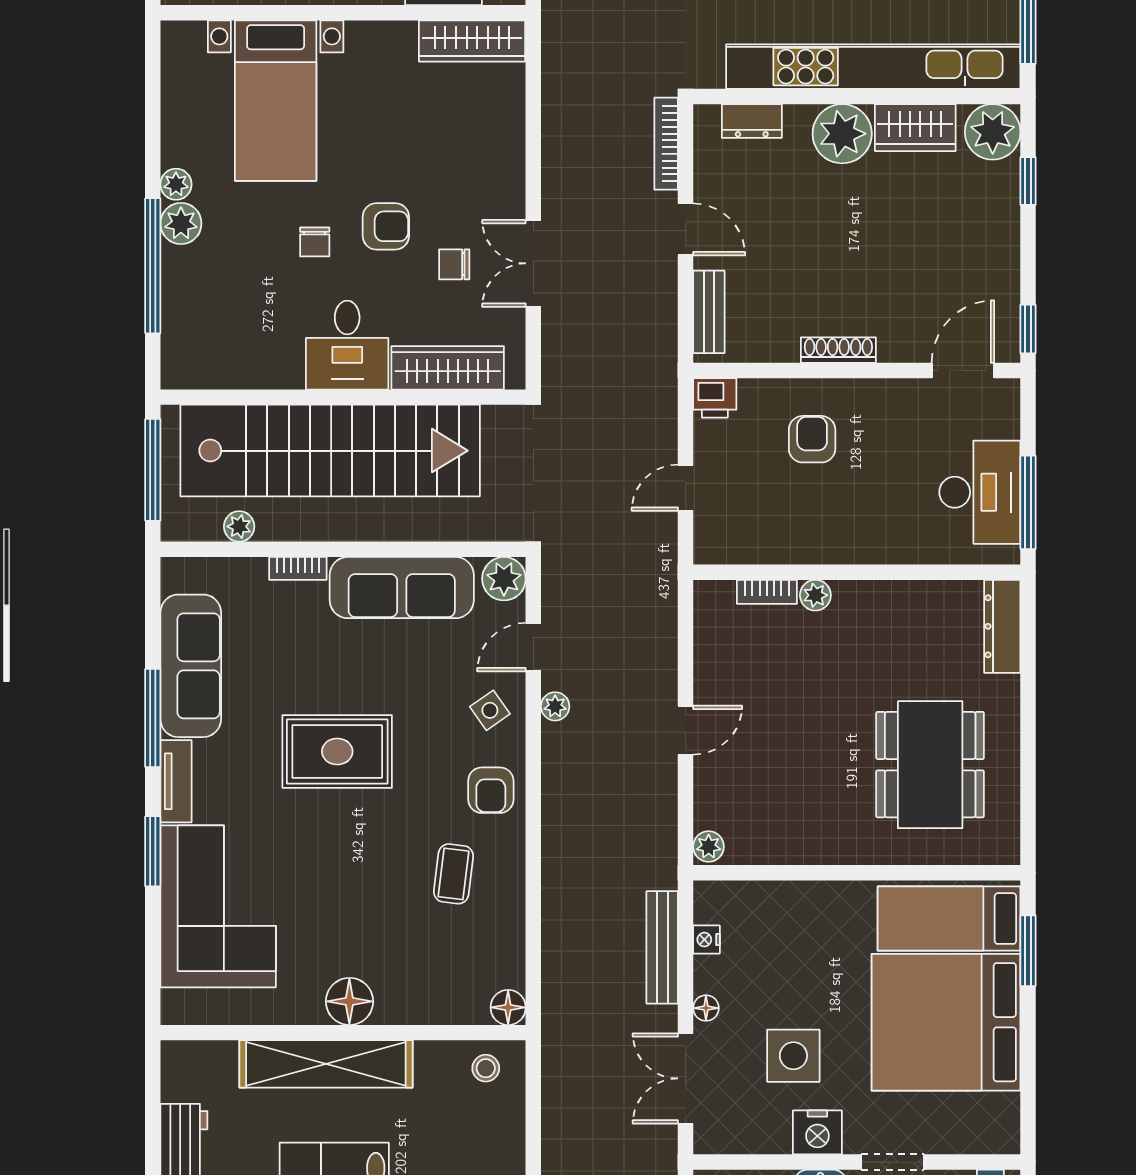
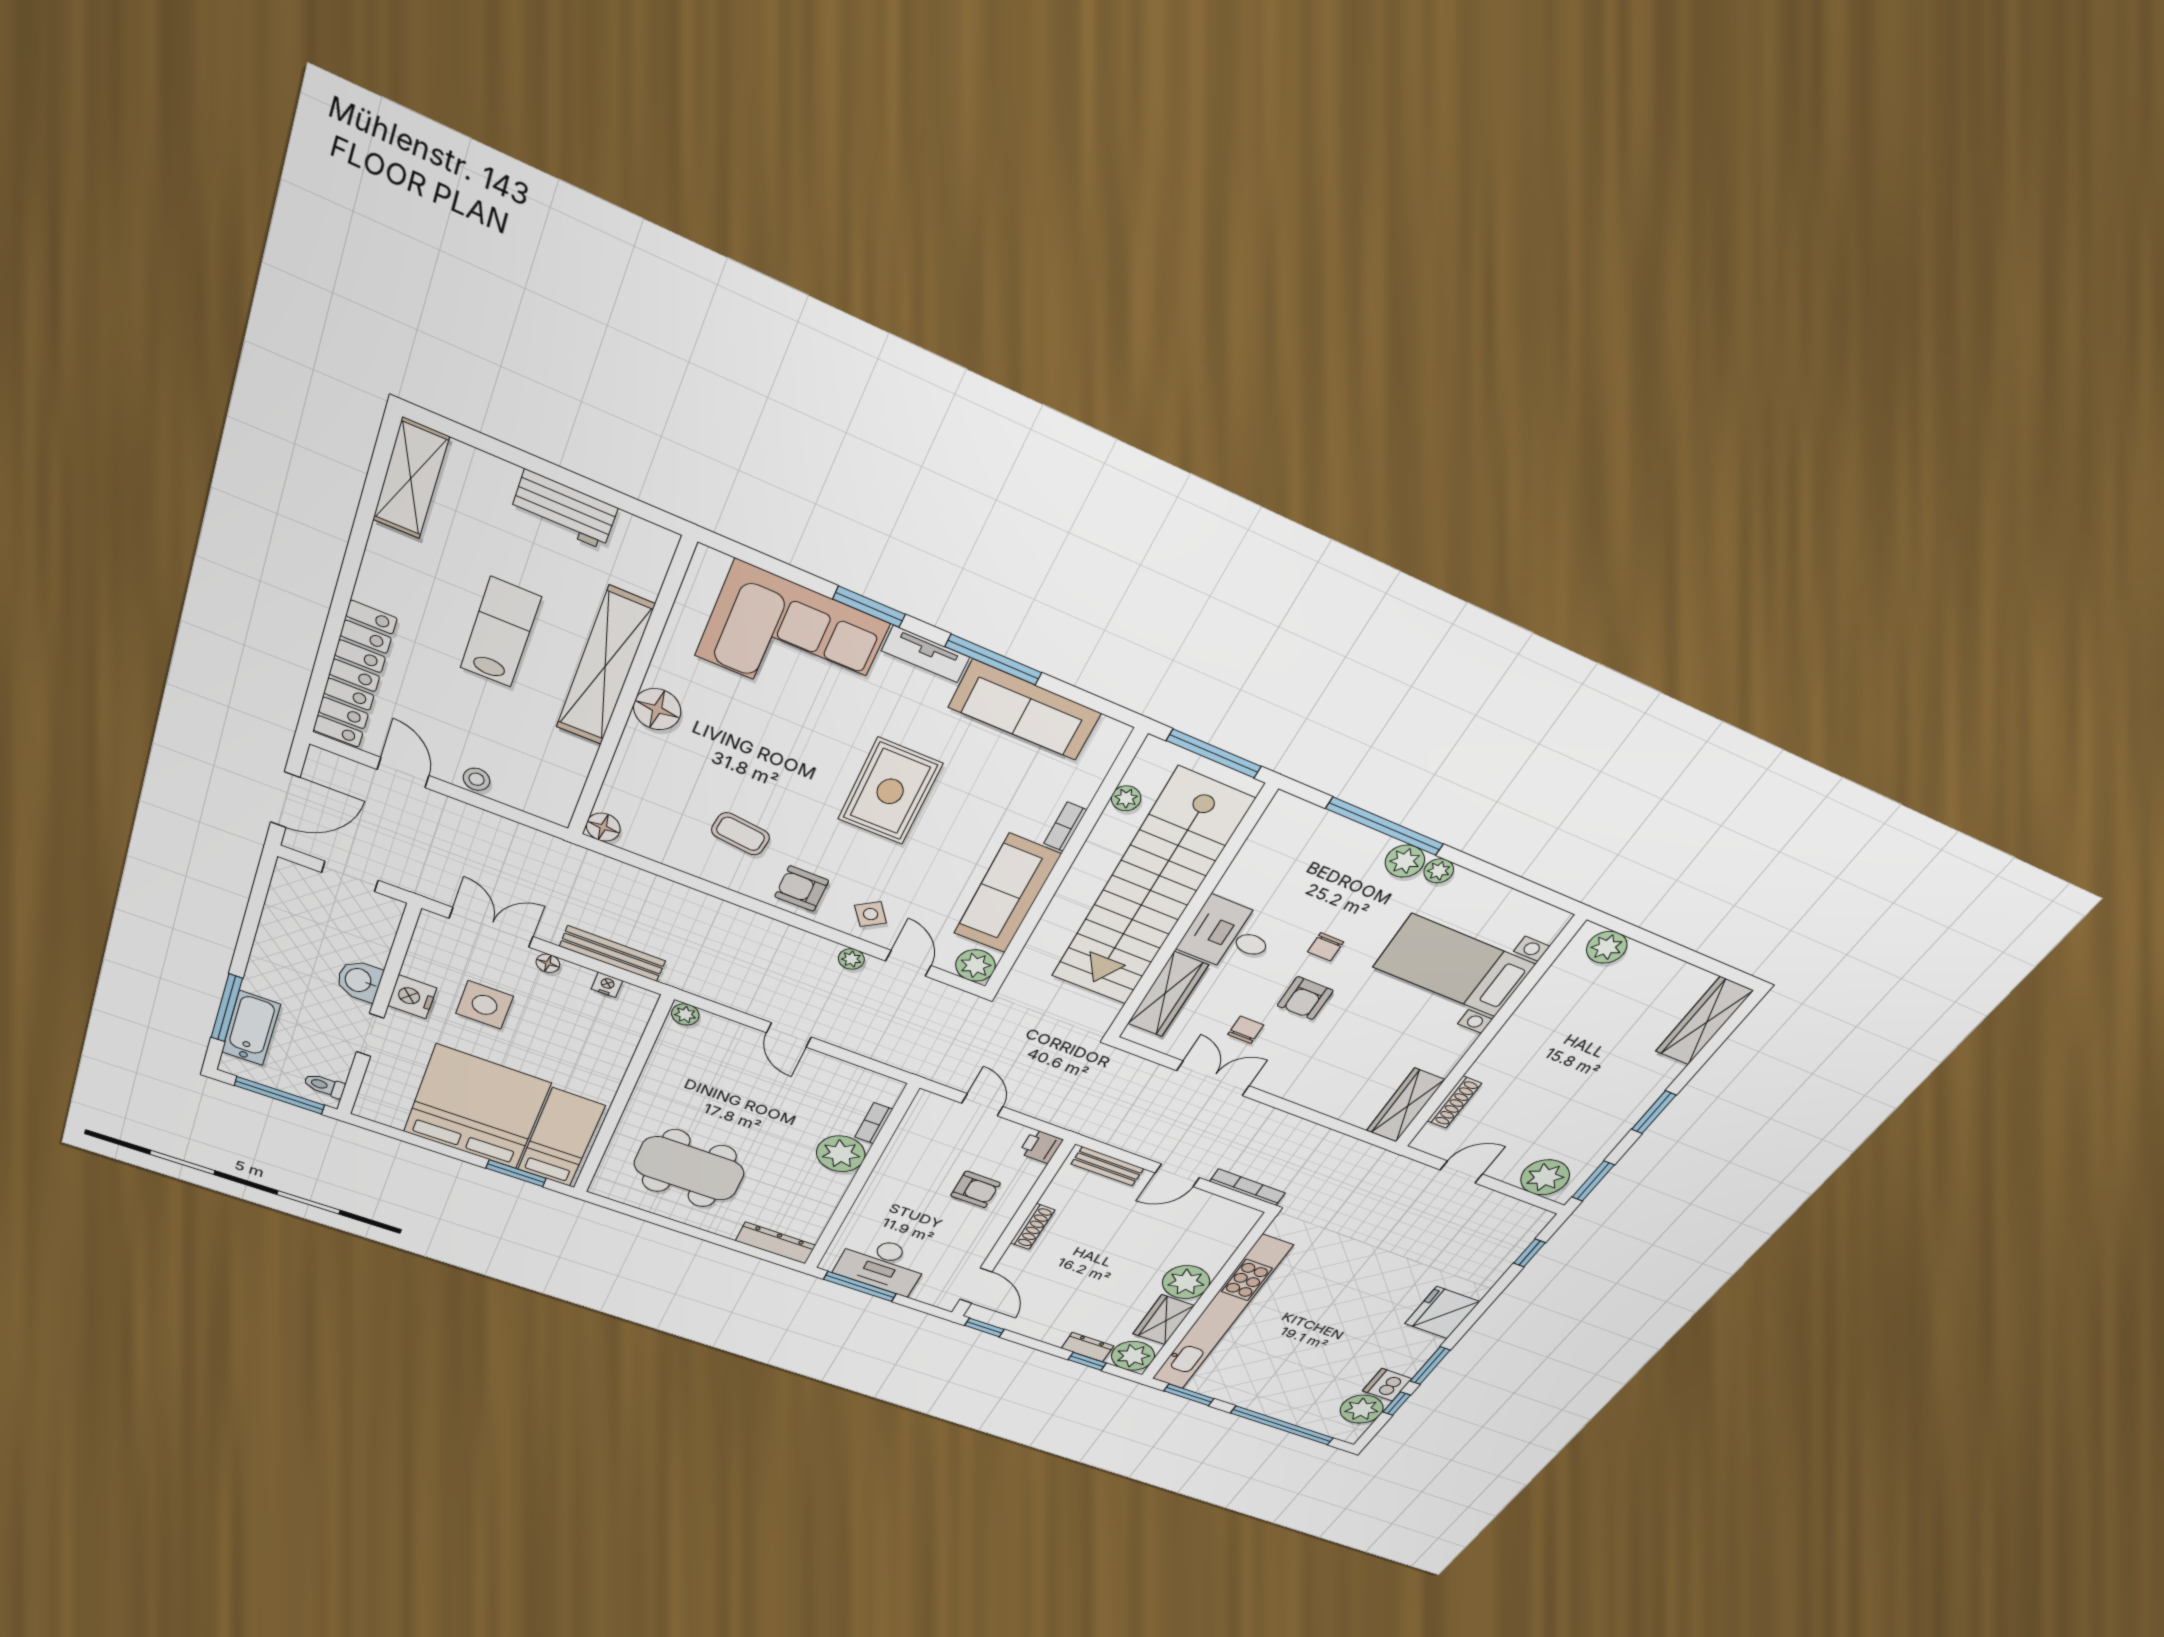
dresser: (752, 121) -> (1087, 1347), moved, turned 90
chair: (315, 242) -> (1326, 947), turned -90
plant: (815, 595) -> (841, 1154), width x1.88, depth x1.88
stool: (486, 1068) -> (477, 779), moved

